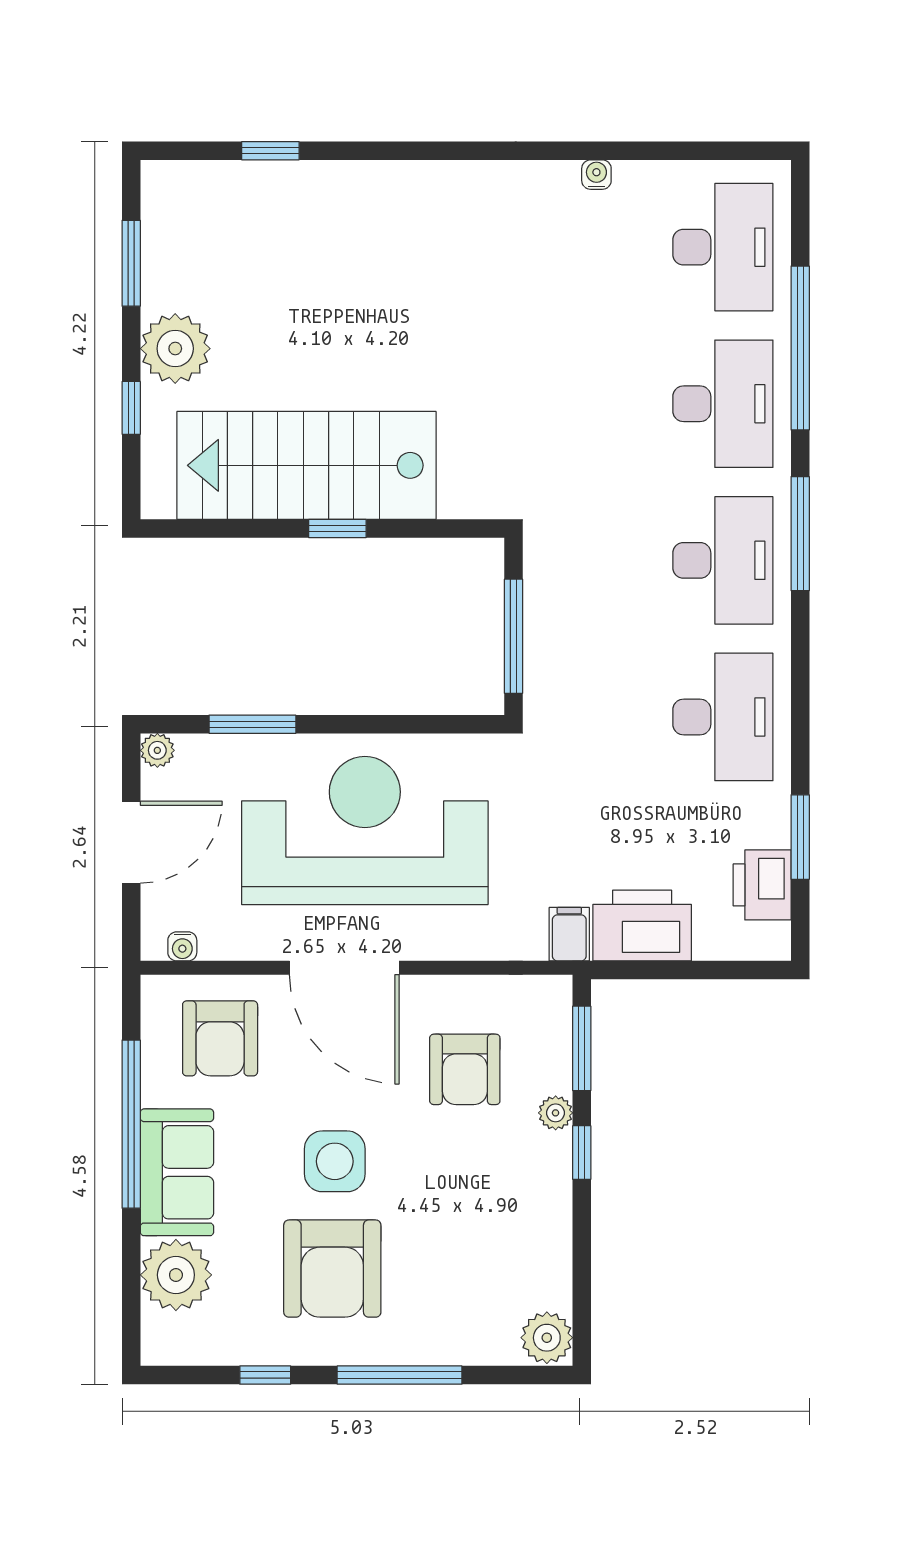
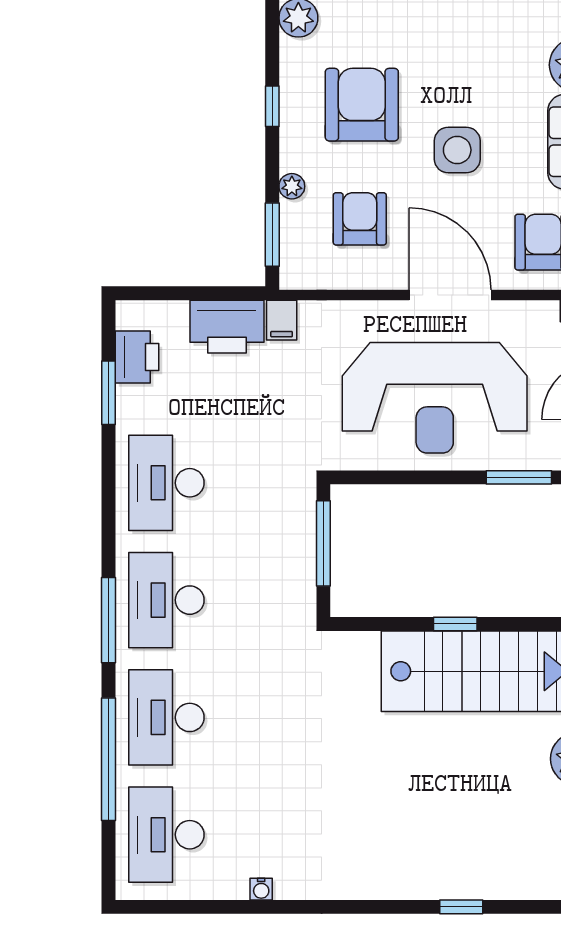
window: (270, 151) -> (461, 907), moved
window: (582, 1153) -> (272, 106), moved
armchair: (332, 1269) -> (362, 105), moved

